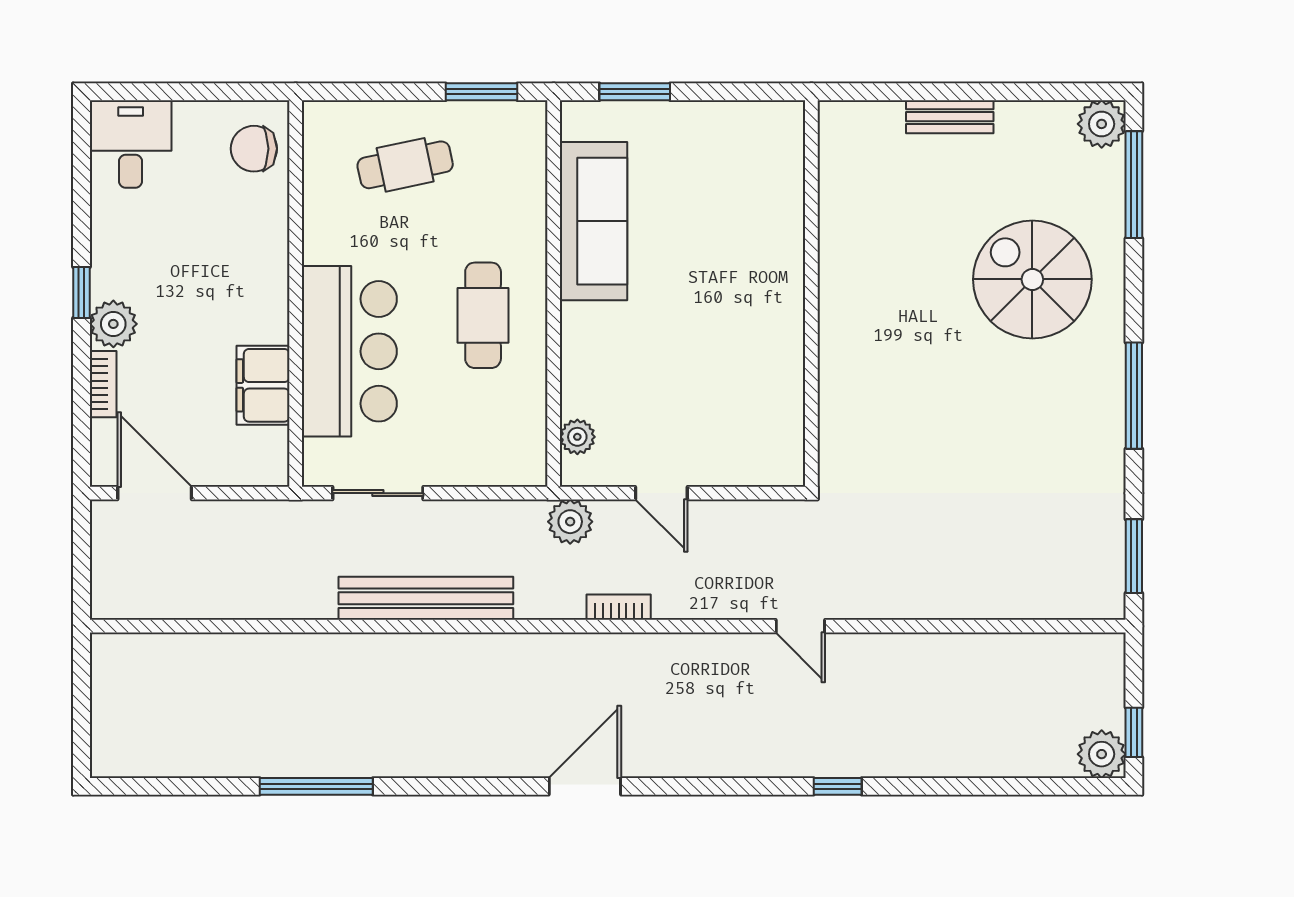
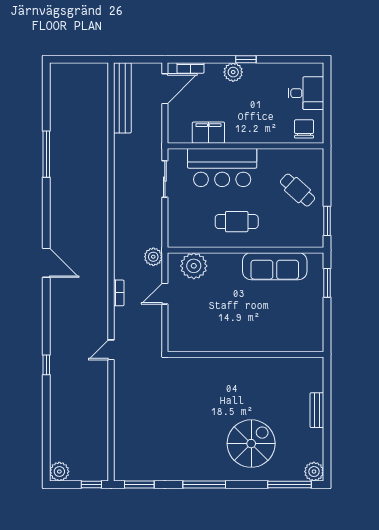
desk: (131, 144) -> (306, 93), moved
cafe table: (405, 165) -> (297, 190), turned -36
bookcase: (103, 384) -> (190, 68), moved
plant: (577, 437) -> (194, 266), width x1.87, depth x1.87
bench: (426, 598) -> (122, 98), moved
bookcase: (619, 607) -> (119, 293), moved
window: (1134, 732) -> (91, 485), moved

